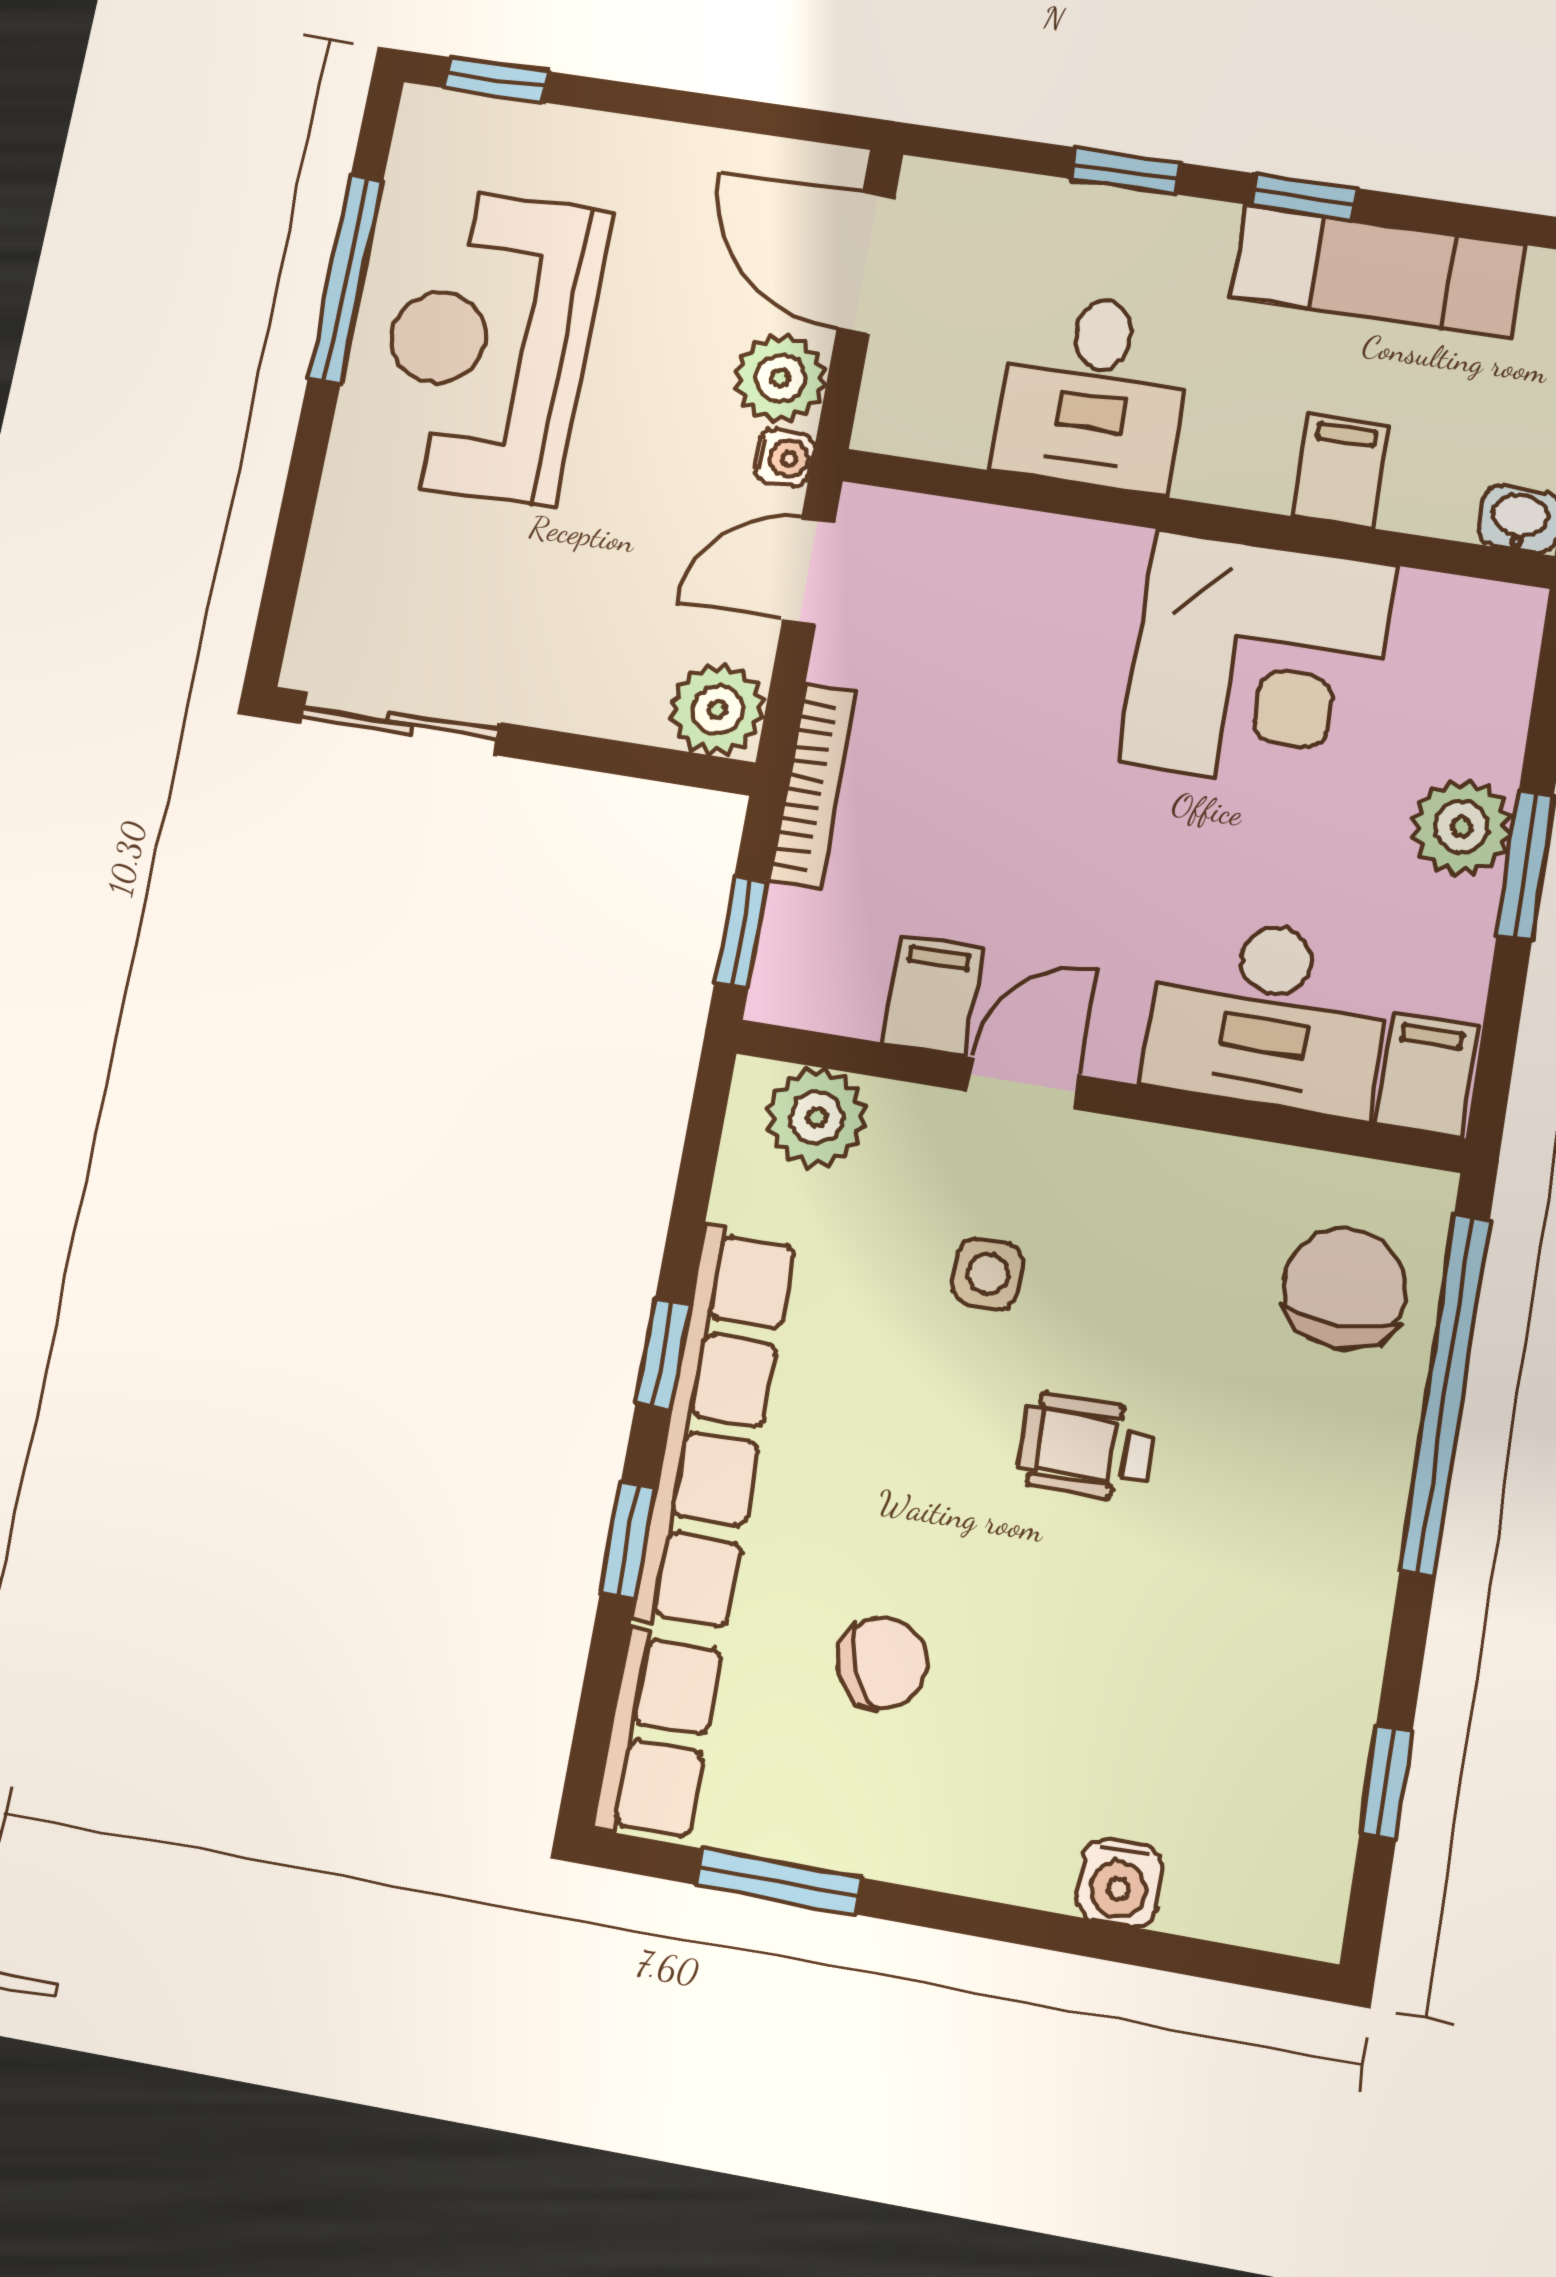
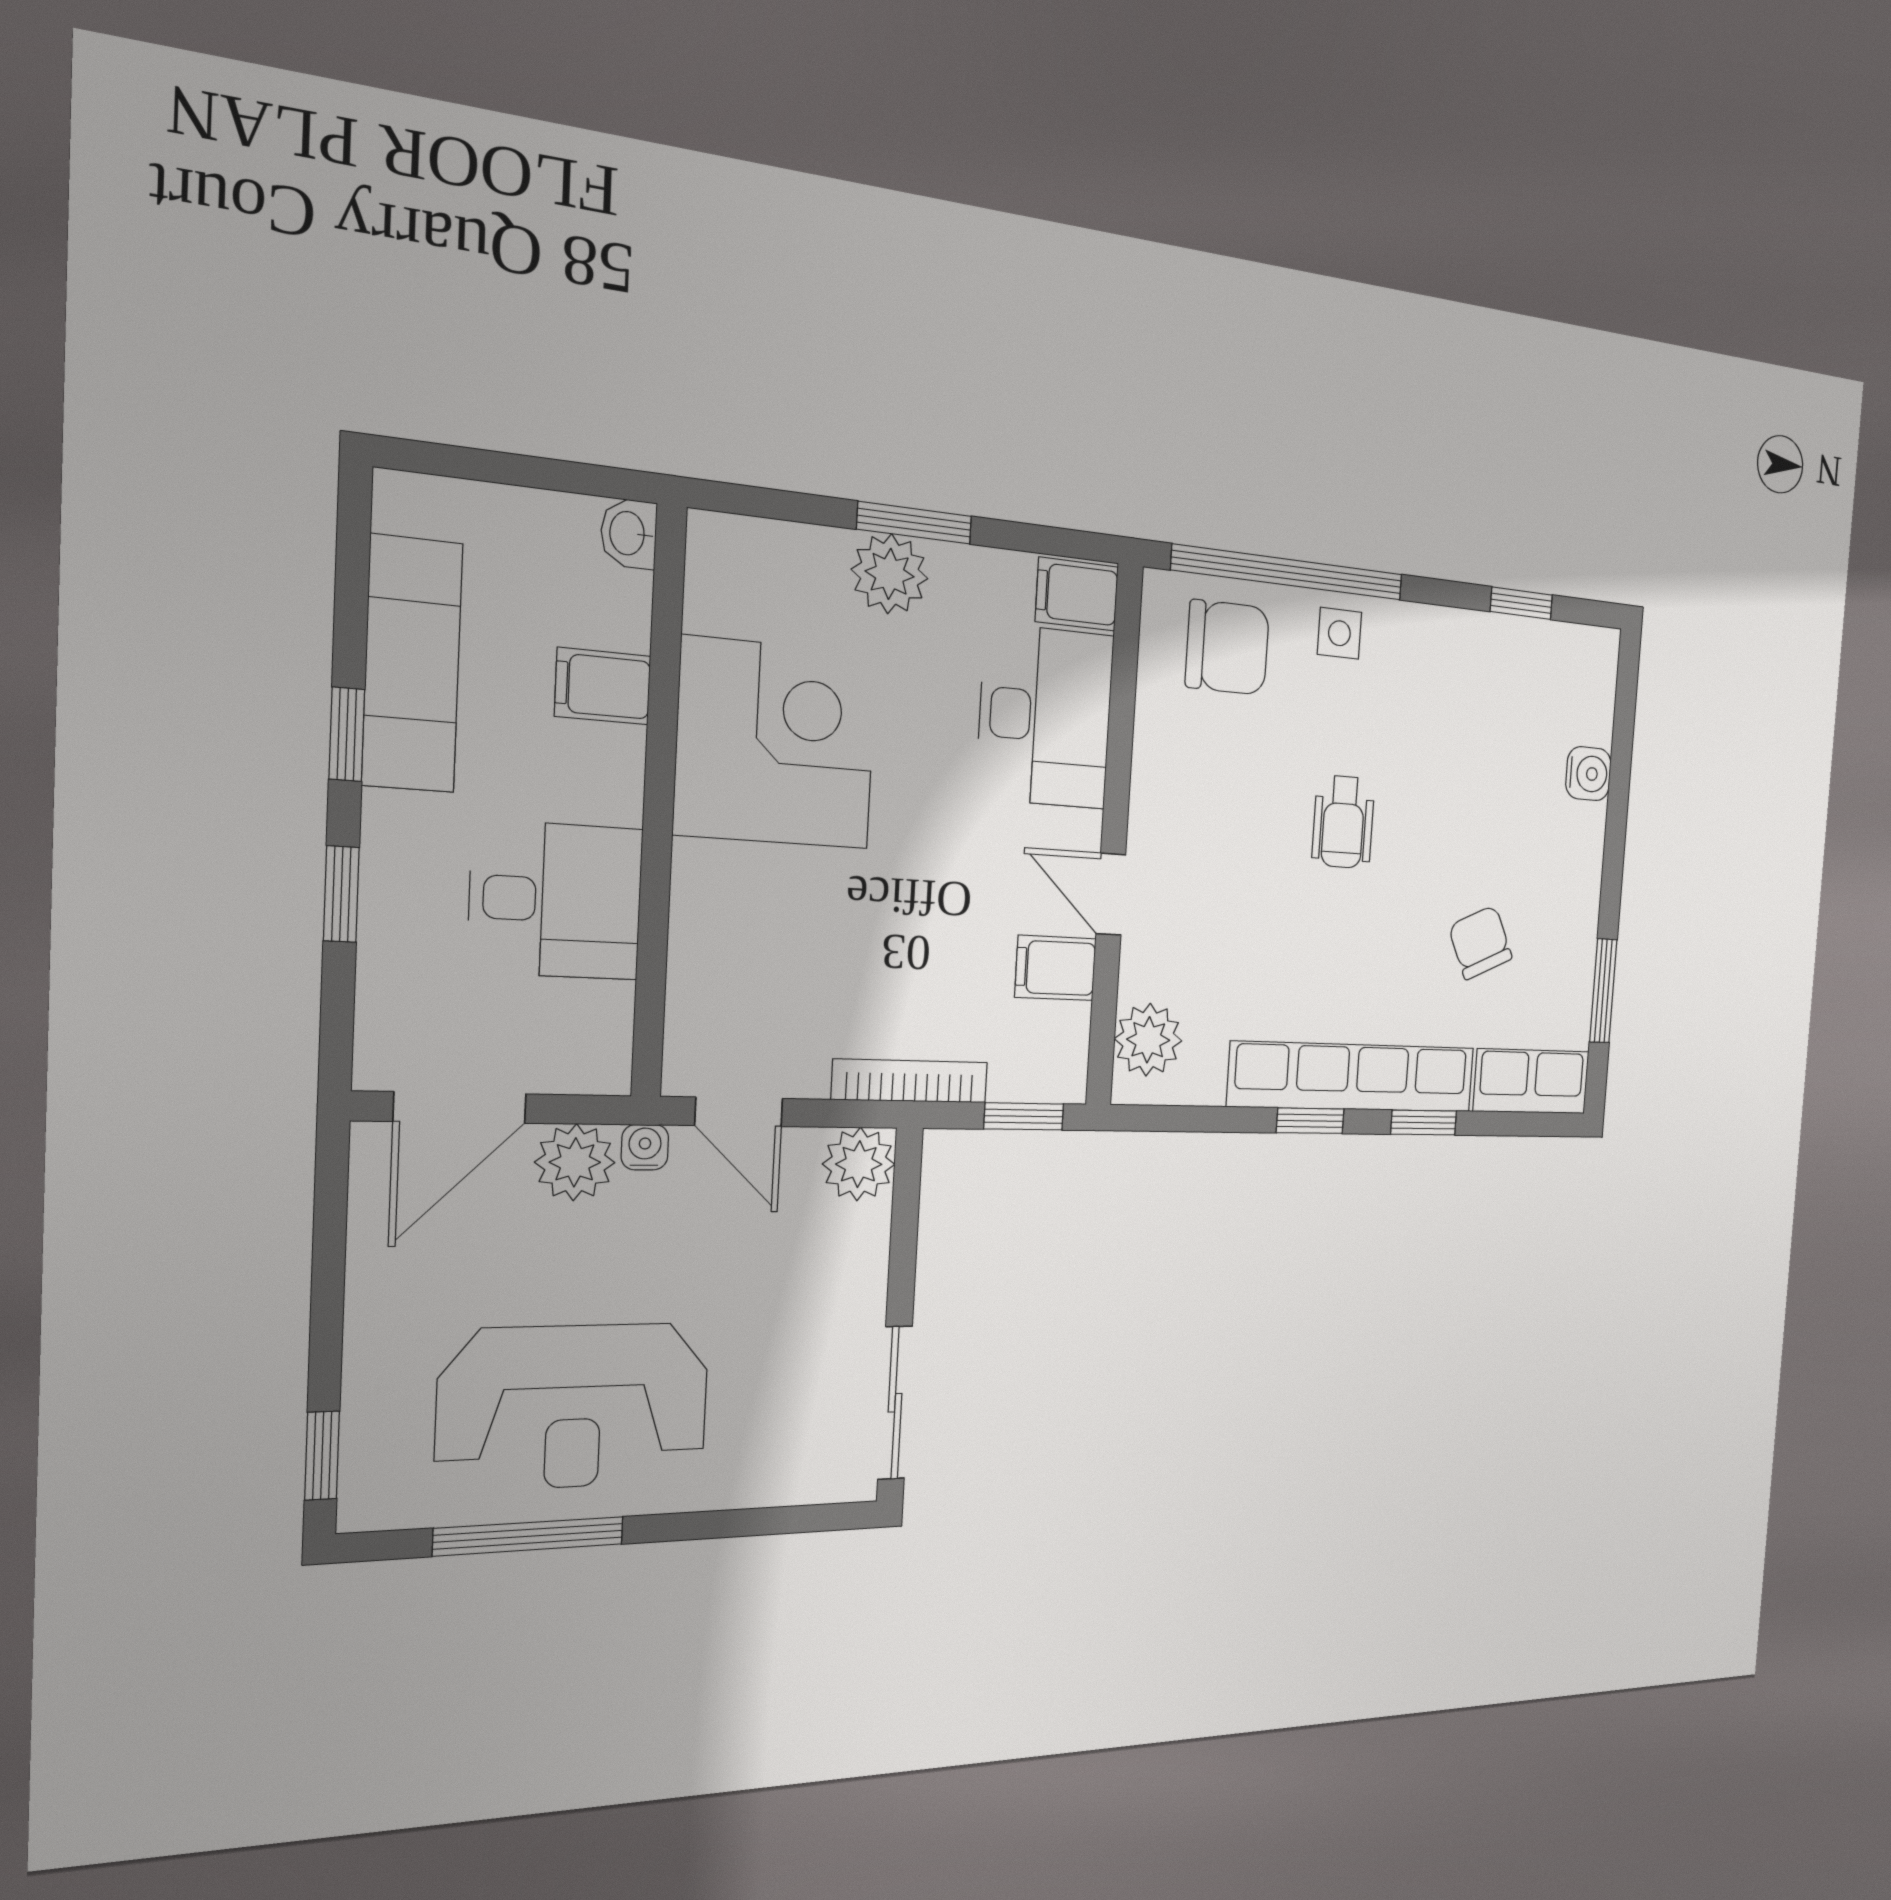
side table: (988, 1274) -> (1339, 633), moved
chair: (1345, 1288) -> (1227, 647), turned 180

